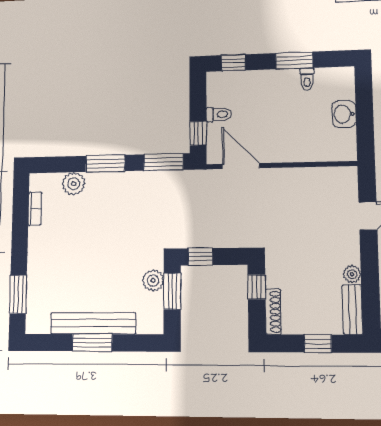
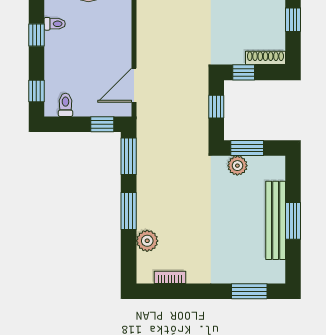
window: (294, 60) -> (36, 35), width x0.67
toilet: (219, 114) -> (65, 105), moved
window: (200, 257) -> (216, 107), moved

